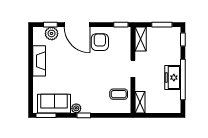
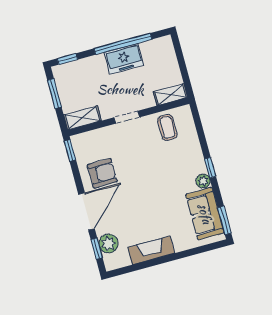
armchair: (100, 42) -> (102, 173), turned 180

